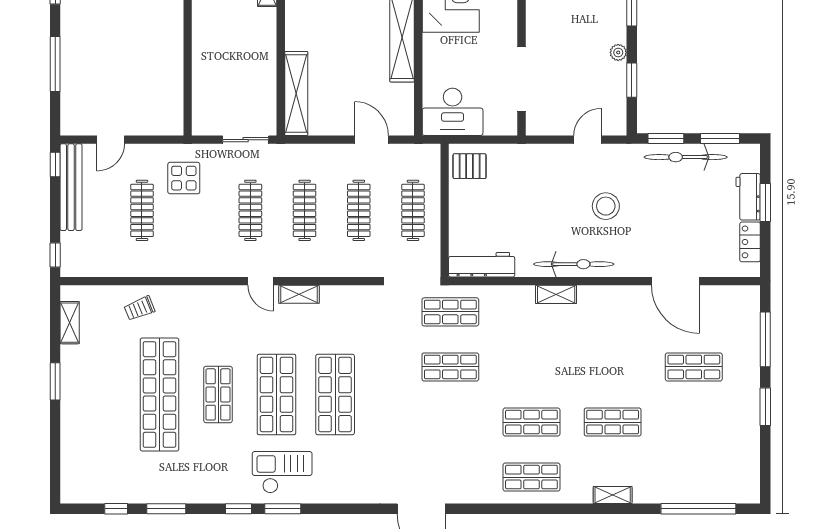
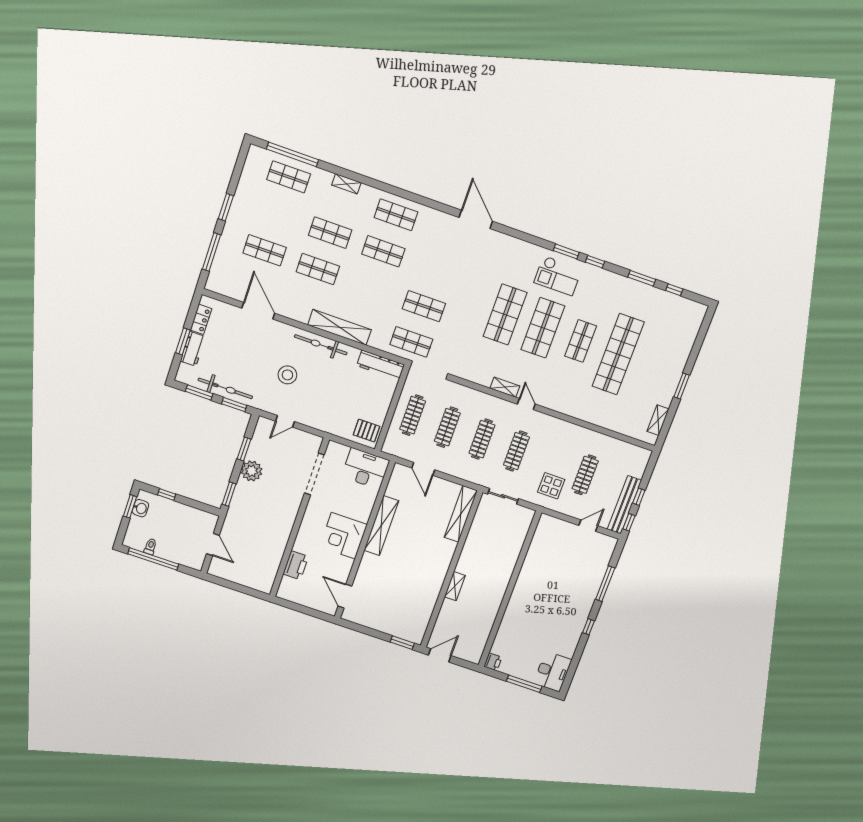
plant: (618, 52) -> (252, 471), width x1.88, depth x1.88
window: (55, 255) -> (639, 497), moved
shelving: (556, 294) -> (340, 327), width x2.20, depth x1.33
trolley: (139, 308) -> (610, 414), removed
shop shelf: (613, 367) -> (318, 269), added
shop shelf: (694, 477) -> (289, 177), added

